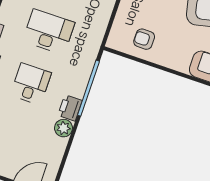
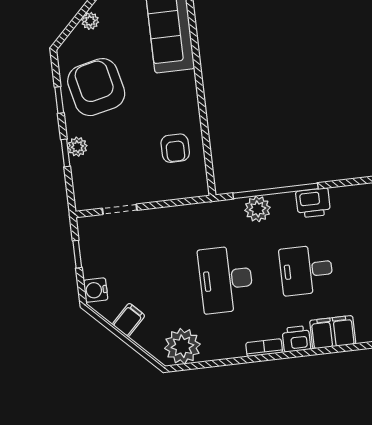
plant: (63, 128) -> (257, 209), moved

